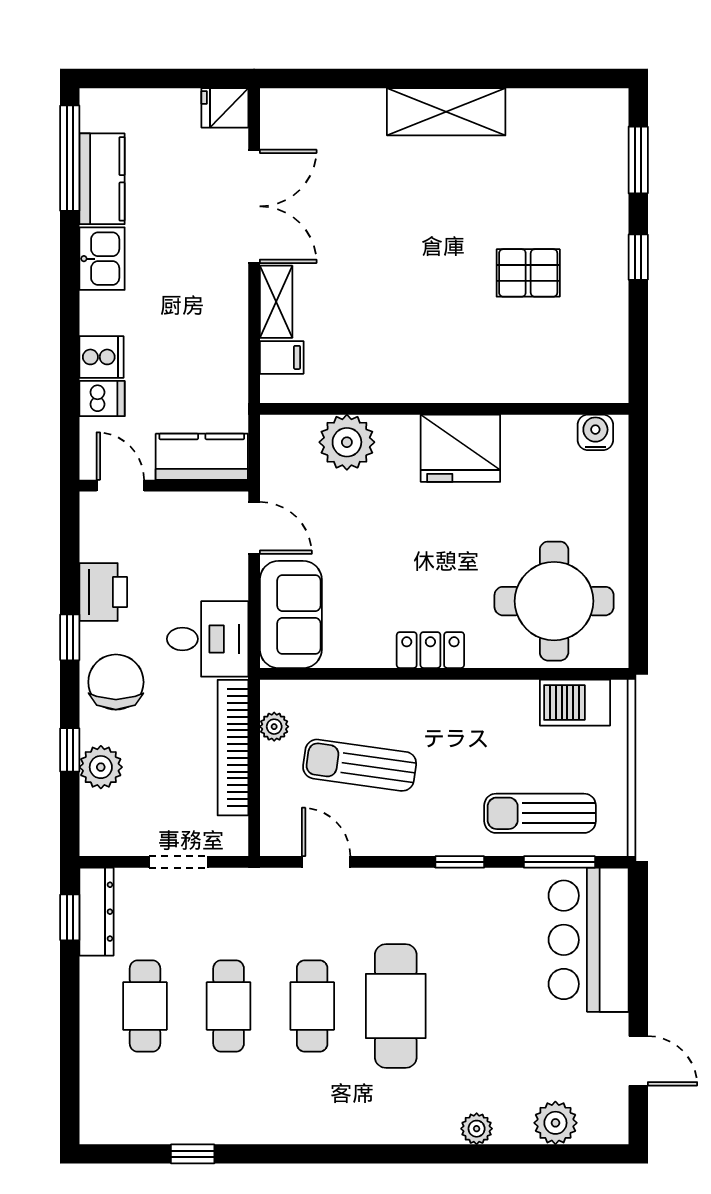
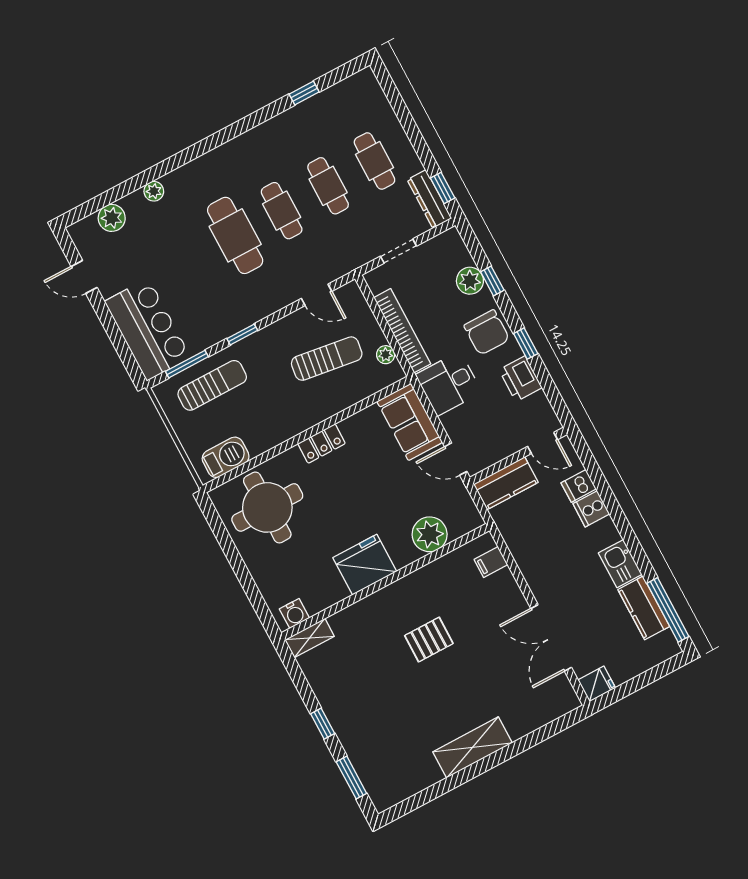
pallet: (528, 273) -> (429, 640), moved
shelving: (276, 302) -> (310, 638), moved, turned 90

